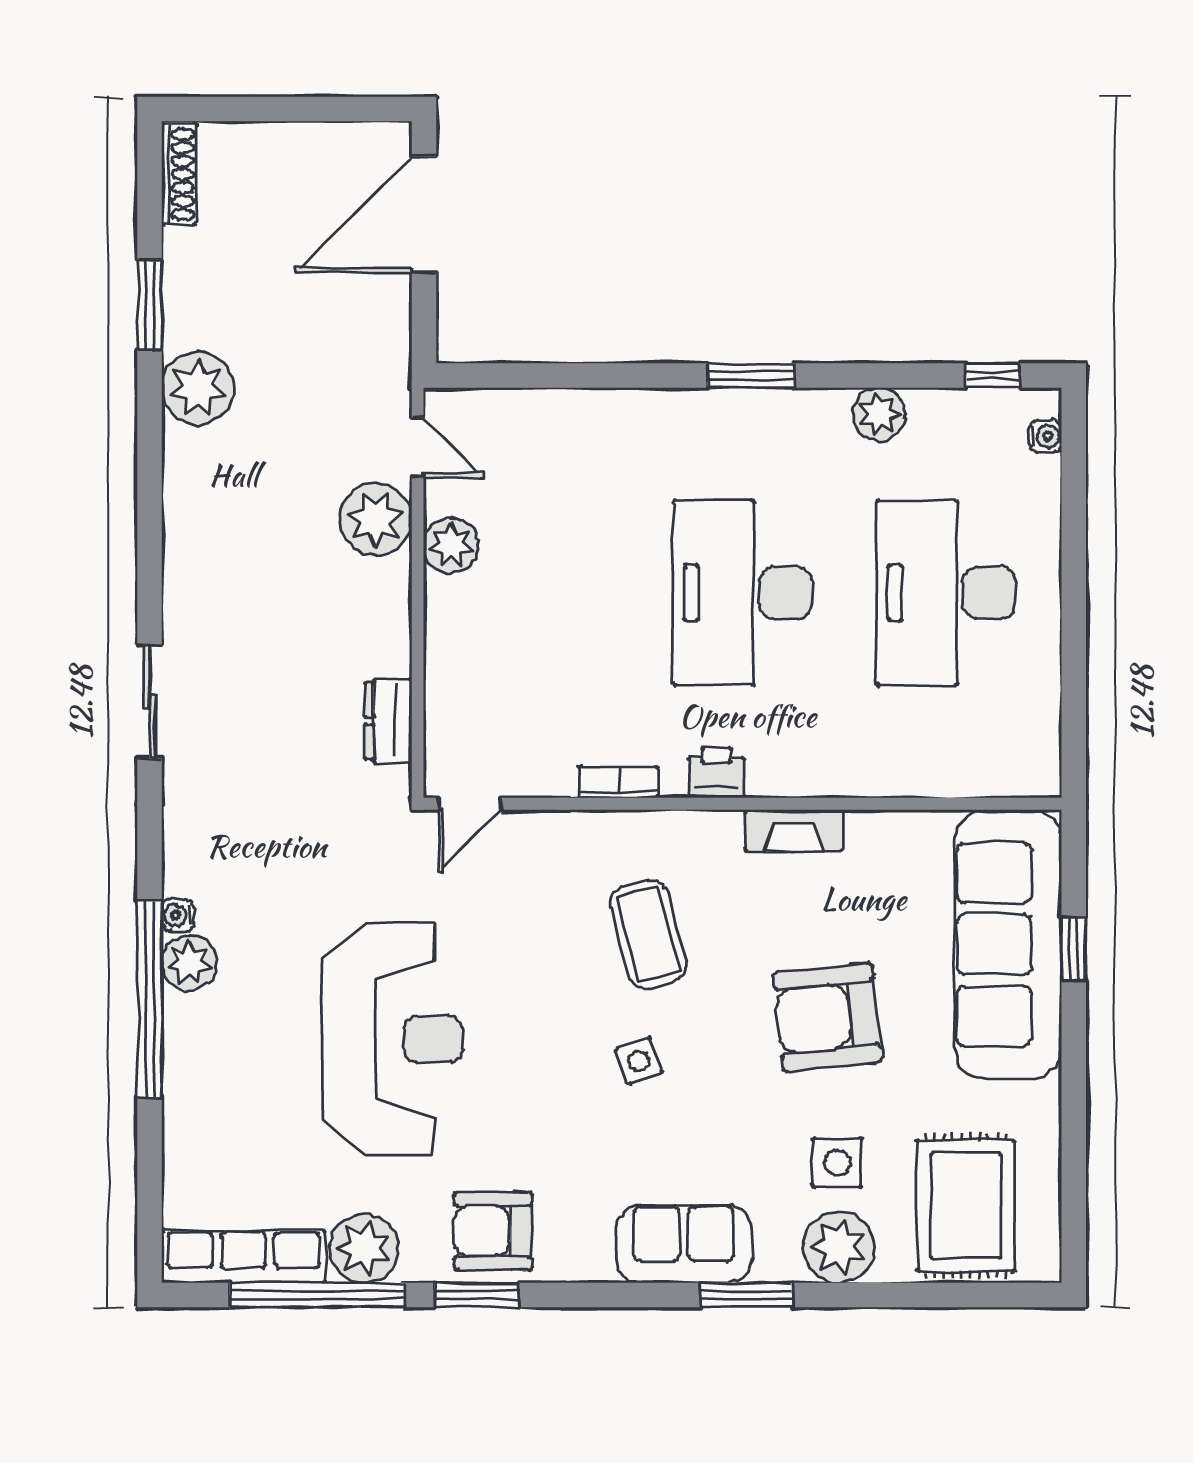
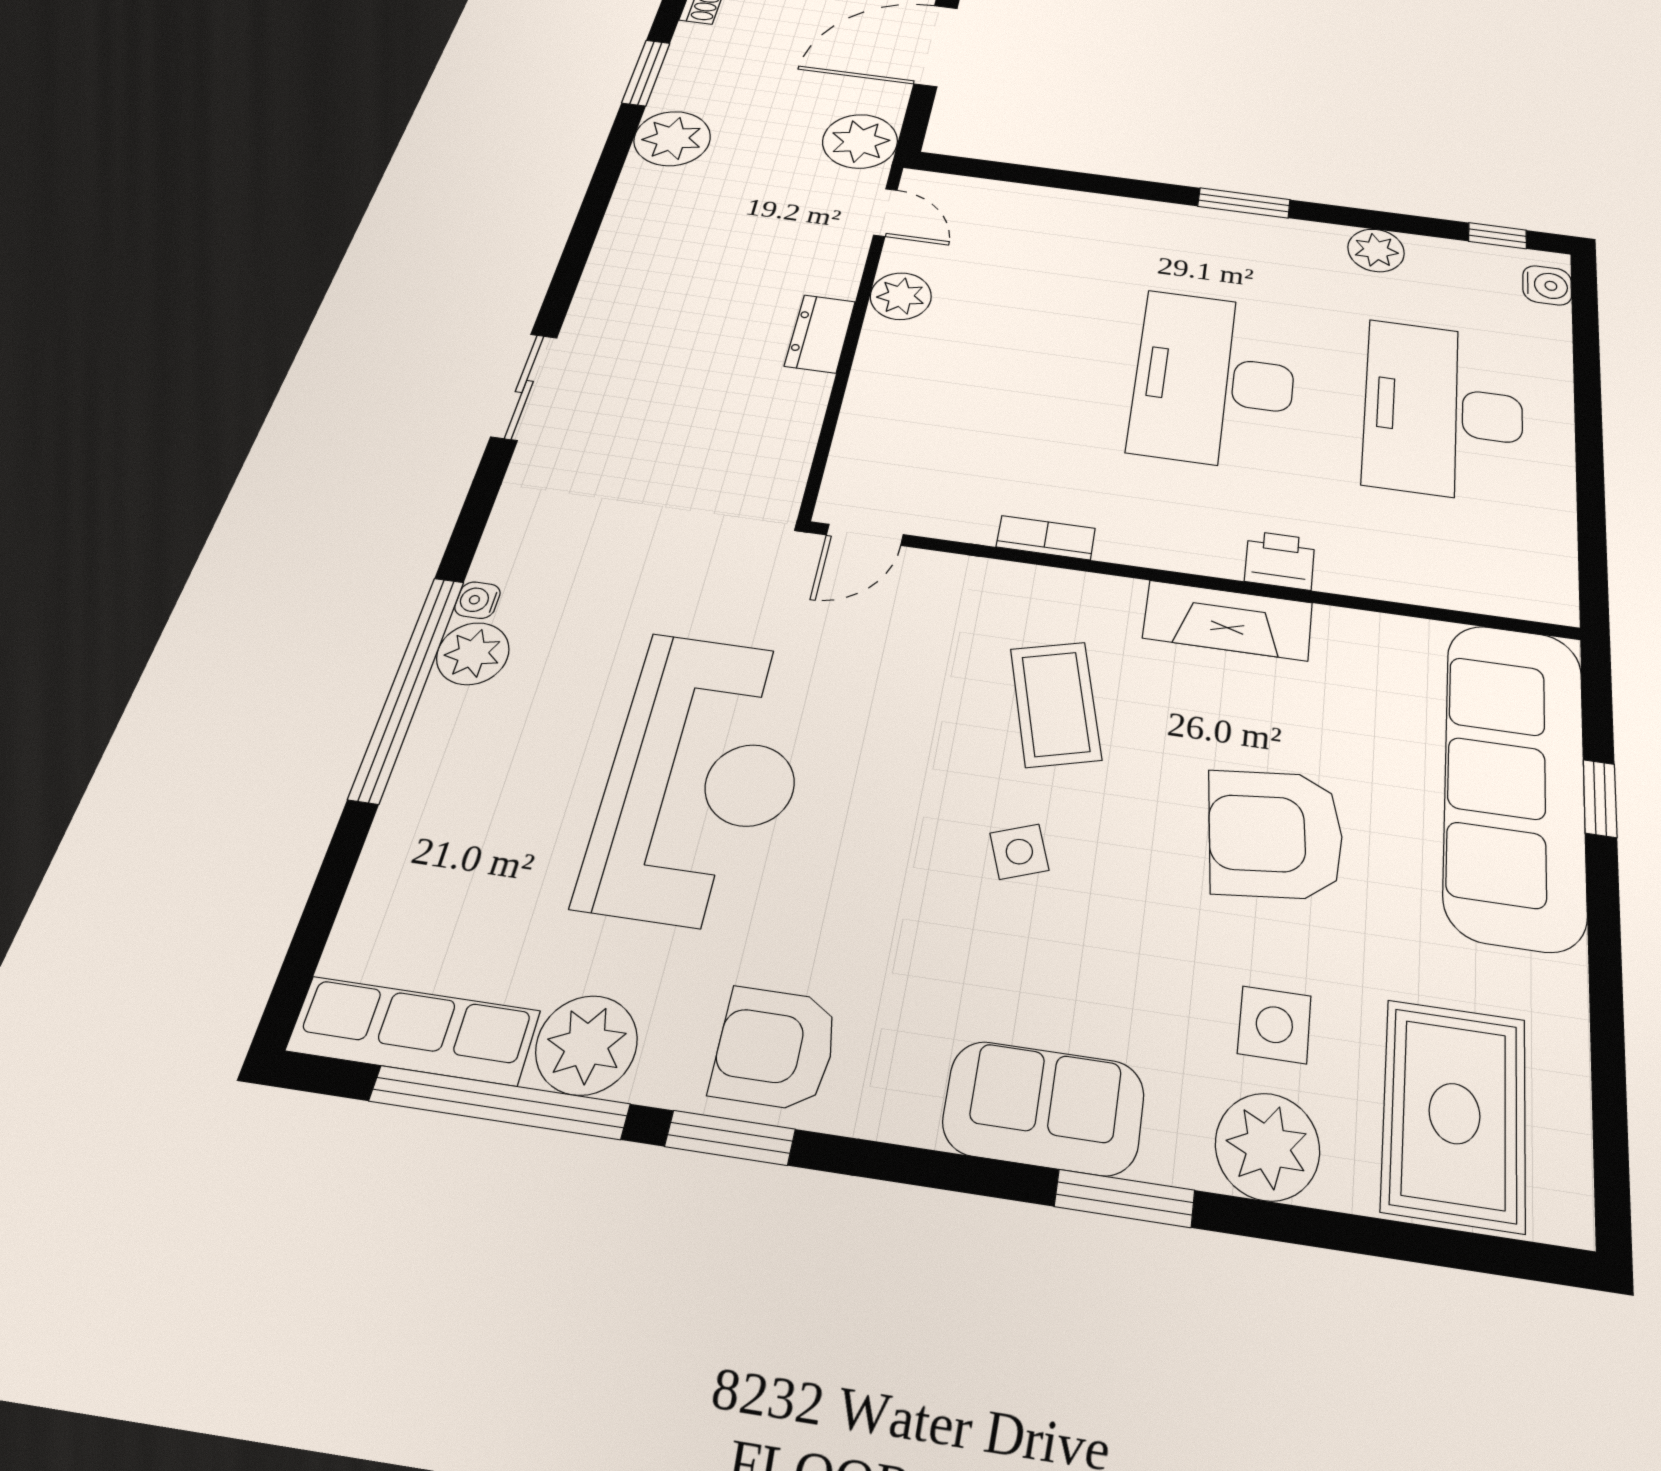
water cooler: (1045, 436) -> (1547, 285), width x1.38, depth x1.38
plant: (376, 519) -> (860, 141), moved
dresser: (388, 721) -> (820, 334), moved
printer: (717, 773) -> (1280, 560), moved
fireplace: (794, 831) -> (1228, 620), width x1.37, depth x1.32

